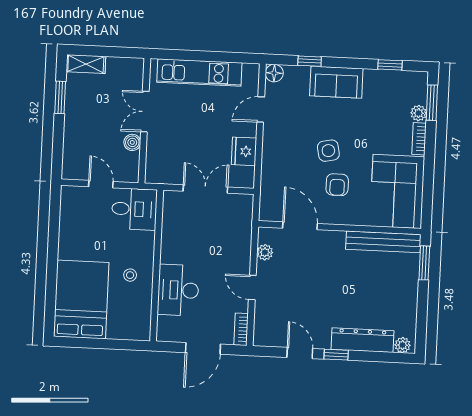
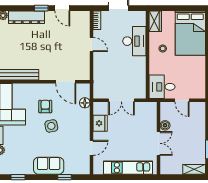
floor lamp: (274, 73) -> (85, 103), moved
plant: (265, 252) -> (85, 65), removed
wardrobe: (141, 323) -> (155, 21), added

